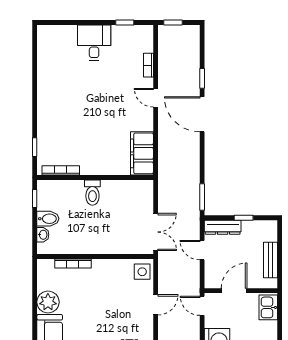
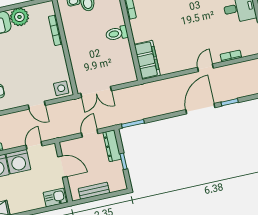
filing cabinet: (142, 153) -> (147, 60), moved, turned 90
door: (202, 306) -> (34, 146), moved

